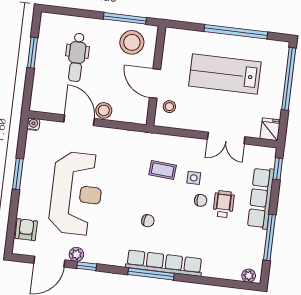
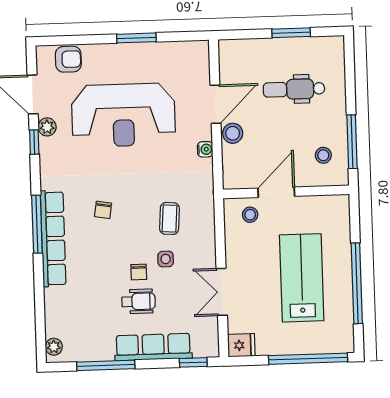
stool: (132, 42) -> (323, 155), width x0.53, depth x0.53
water cooler: (33, 124) -> (205, 149), moved

